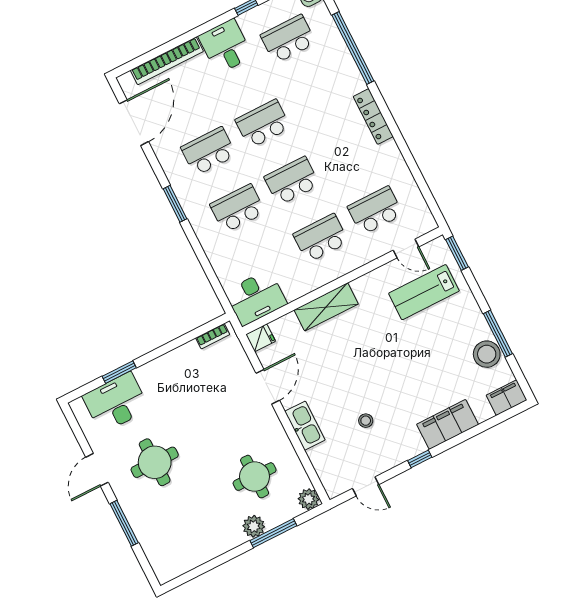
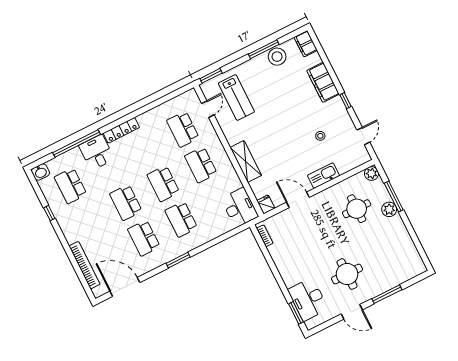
desk: (226, 46) -> (97, 152), moved, turned 90
window: (119, 372) -> (296, 313), moved

